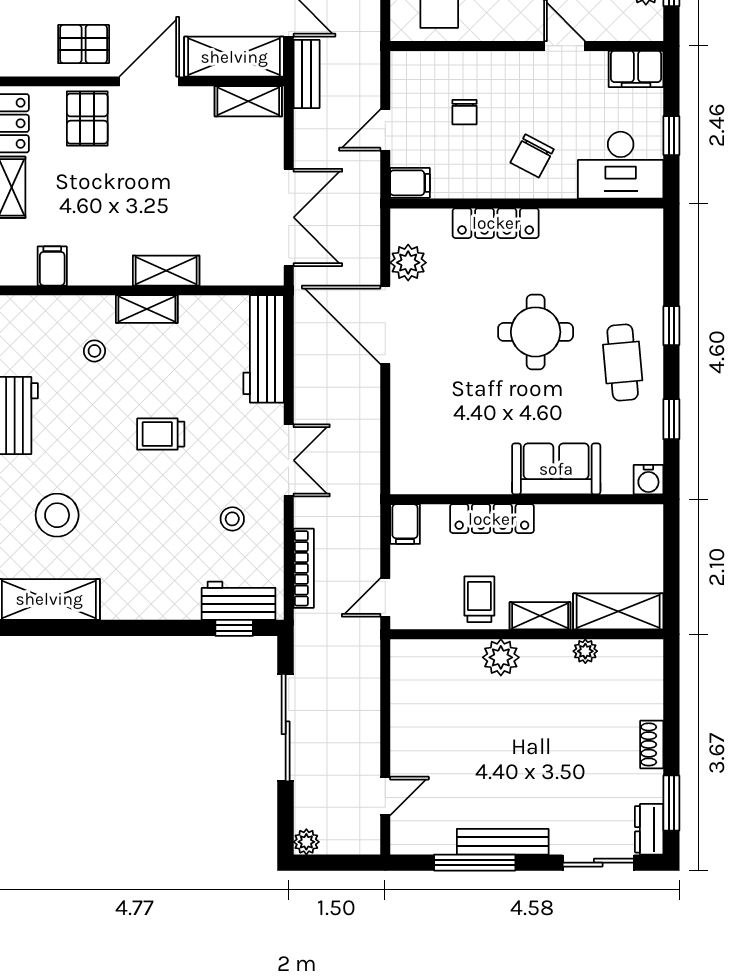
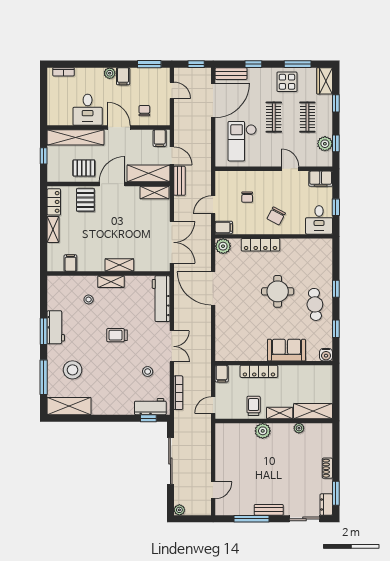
desk: (621, 165) -> (319, 220), width x0.73
plant: (408, 263) -> (223, 246), moved
bench: (503, 842) -> (269, 510), width x0.73

